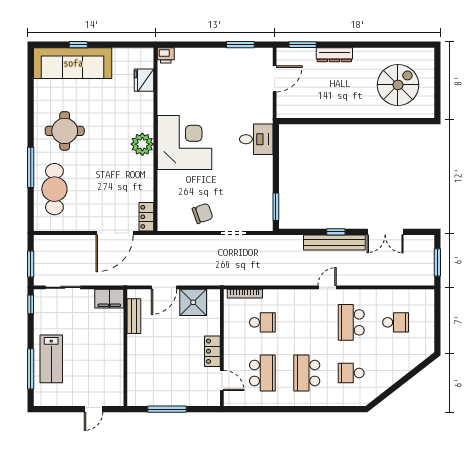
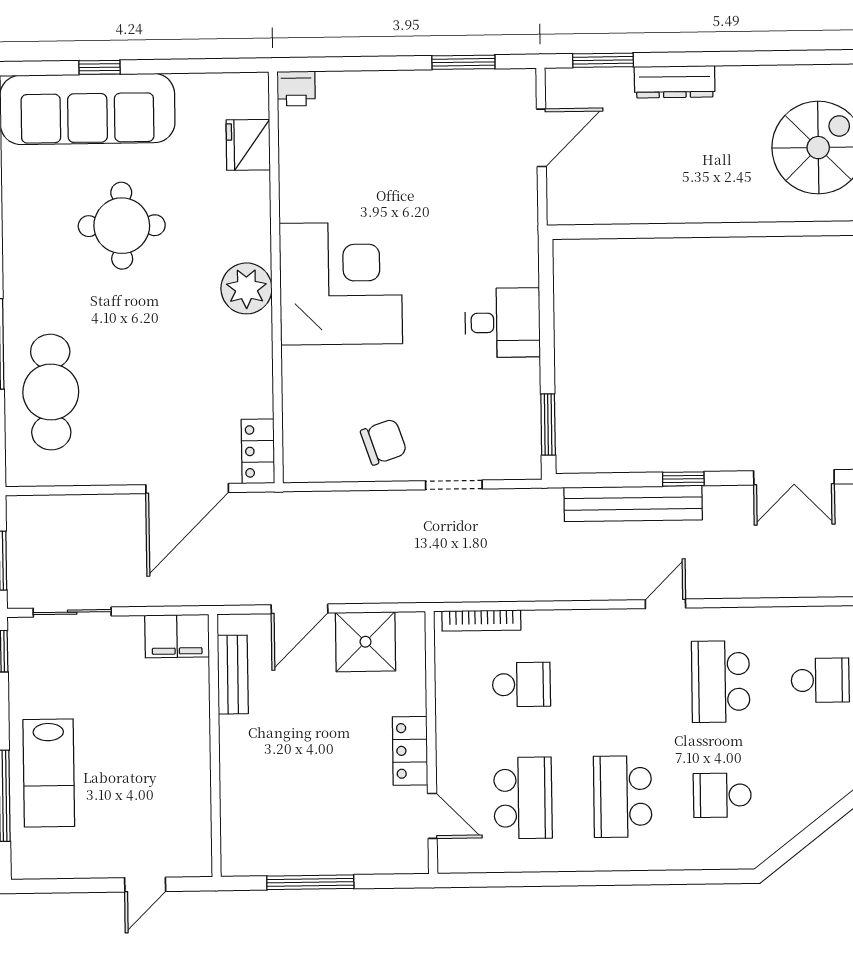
round table: (65, 131) -> (122, 226), moved
desk: (256, 139) -> (503, 323), moved
bench: (334, 242) -> (633, 504), moved

